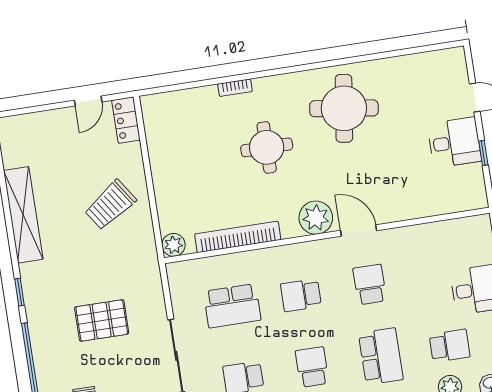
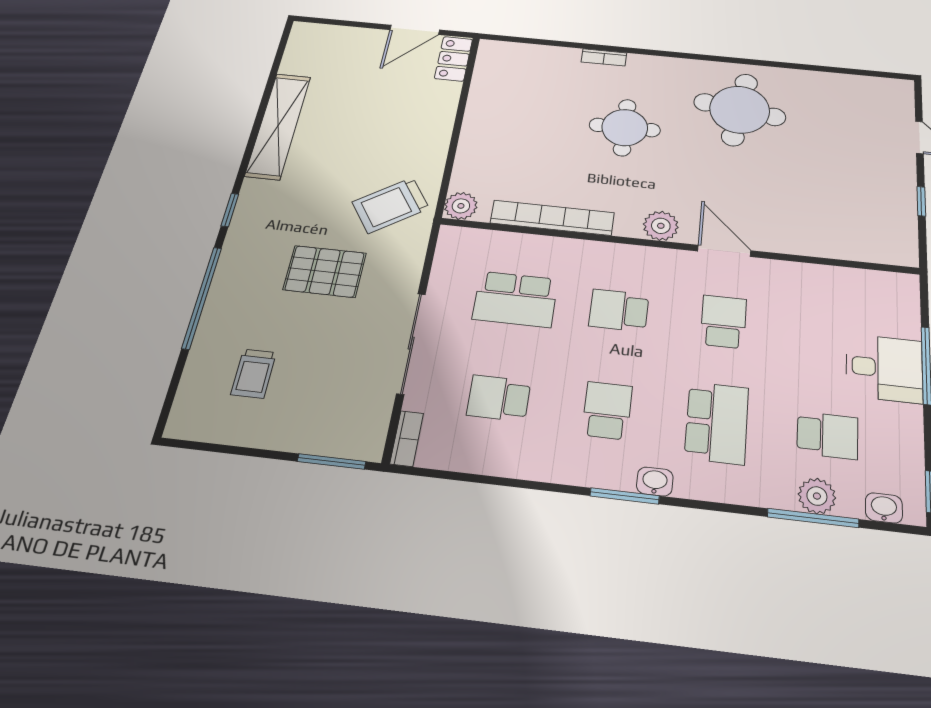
door: (88, 101) -> (415, 30), width x1.38
desk: (454, 142) -> (882, 180), removed
trolley: (110, 205) -> (391, 205), moved
plant: (316, 218) -> (661, 226), width x0.73, depth x0.73

